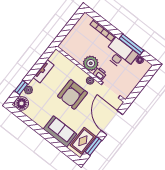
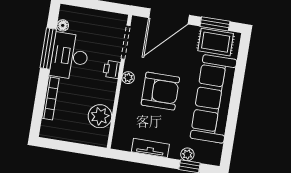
plant: (91, 63) -> (100, 116), moved
floor lamp: (21, 103) -> (211, 154), removed
sofa: (60, 132) -> (213, 99), width x1.85, depth x1.27

